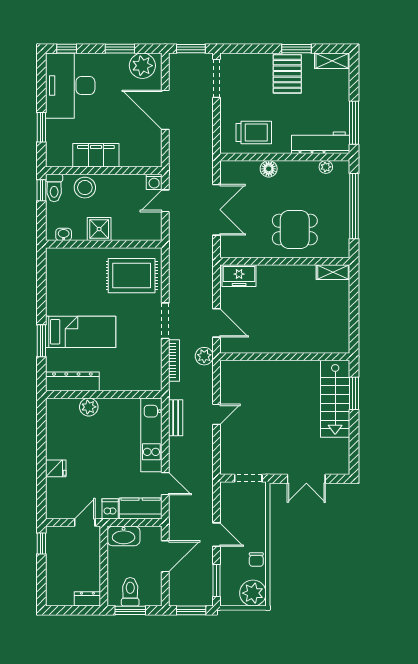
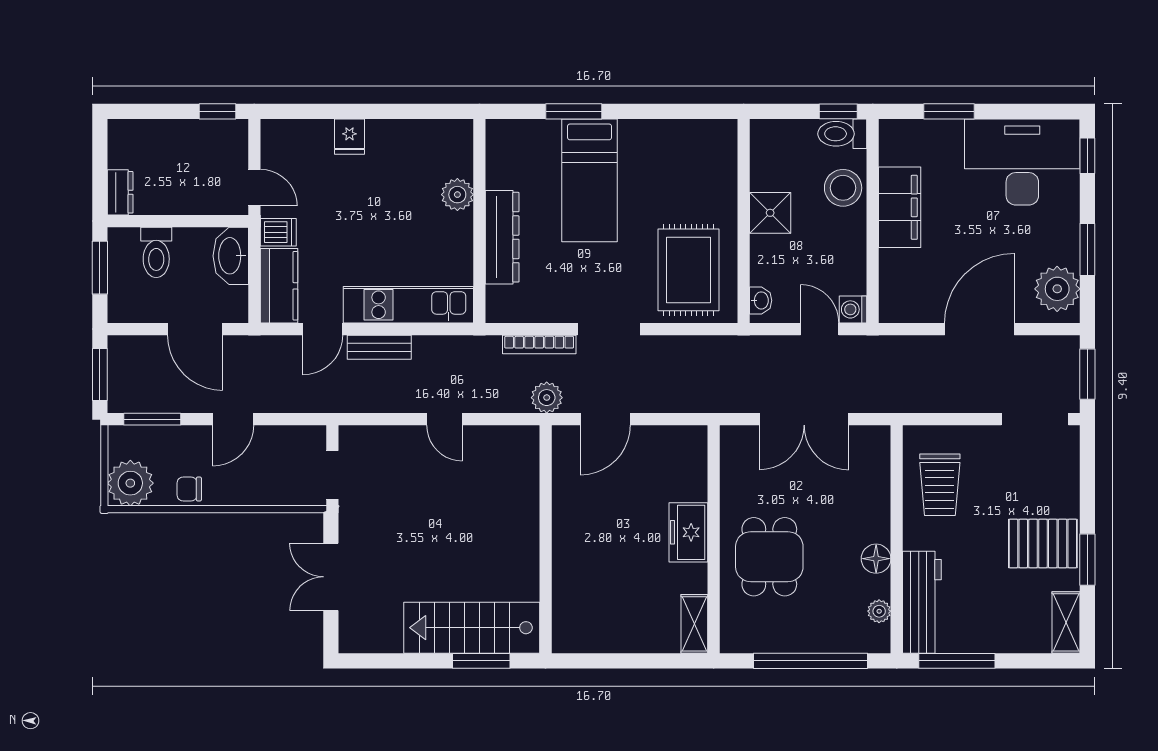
floor lamp: (269, 169) -> (876, 559), moved
washbasin: (64, 234) -> (761, 300), moved
freezer: (239, 276) -> (688, 532), moved
dresser: (72, 381) -> (502, 237), moved
bench: (176, 418) -> (379, 347), moved
toilet: (130, 592) -> (156, 252), moved, turned 90

